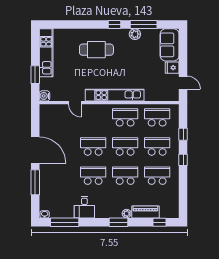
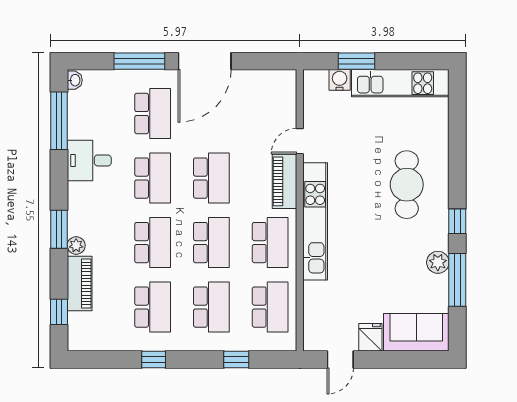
water cooler: (45, 96) -> (340, 80), moved
piano: (95, 110) -> (285, 181), added
window: (183, 160) -> (154, 359), moved
school desk: (61, 176) -> (153, 114), added

